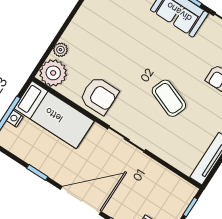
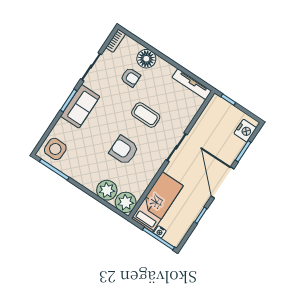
plant: (60, 50) -> (107, 190), width x1.88, depth x1.88
armchair: (99, 96) -> (124, 150), moved, turned -90
coffee table: (169, 98) -> (146, 115), turned 69

